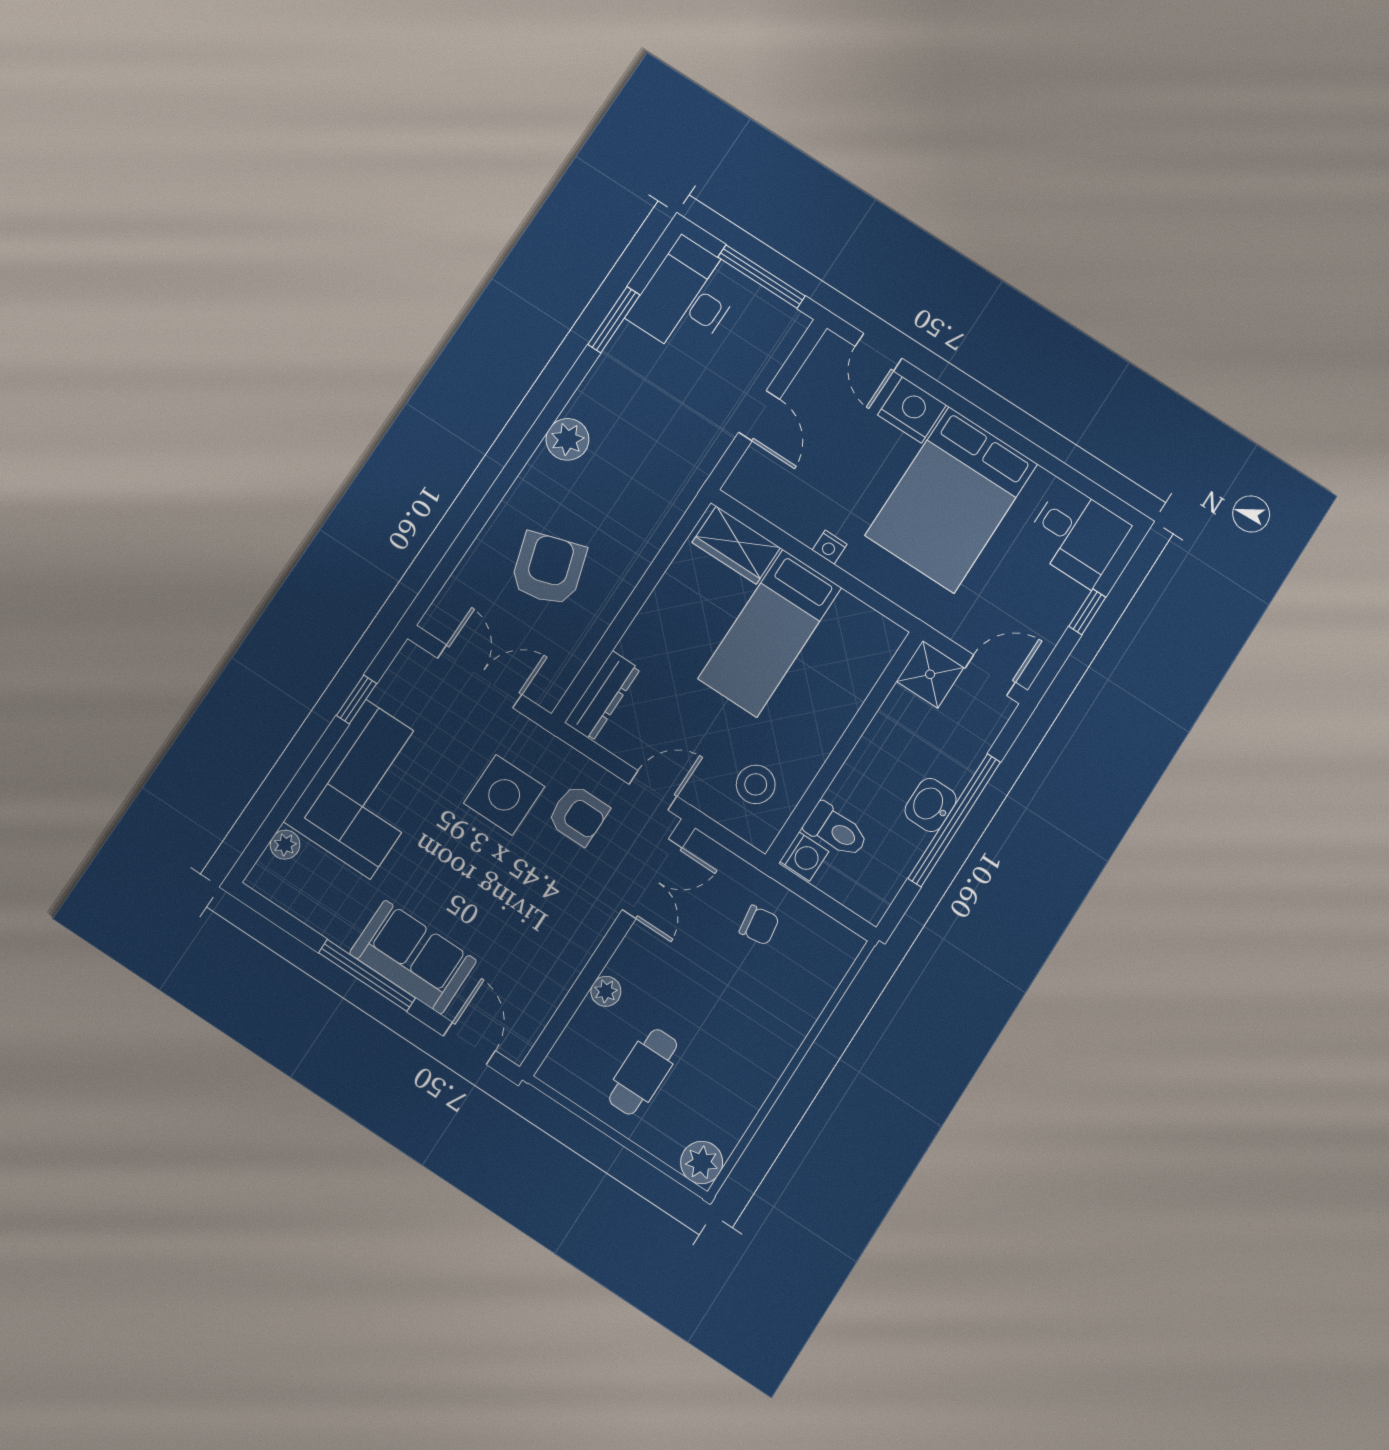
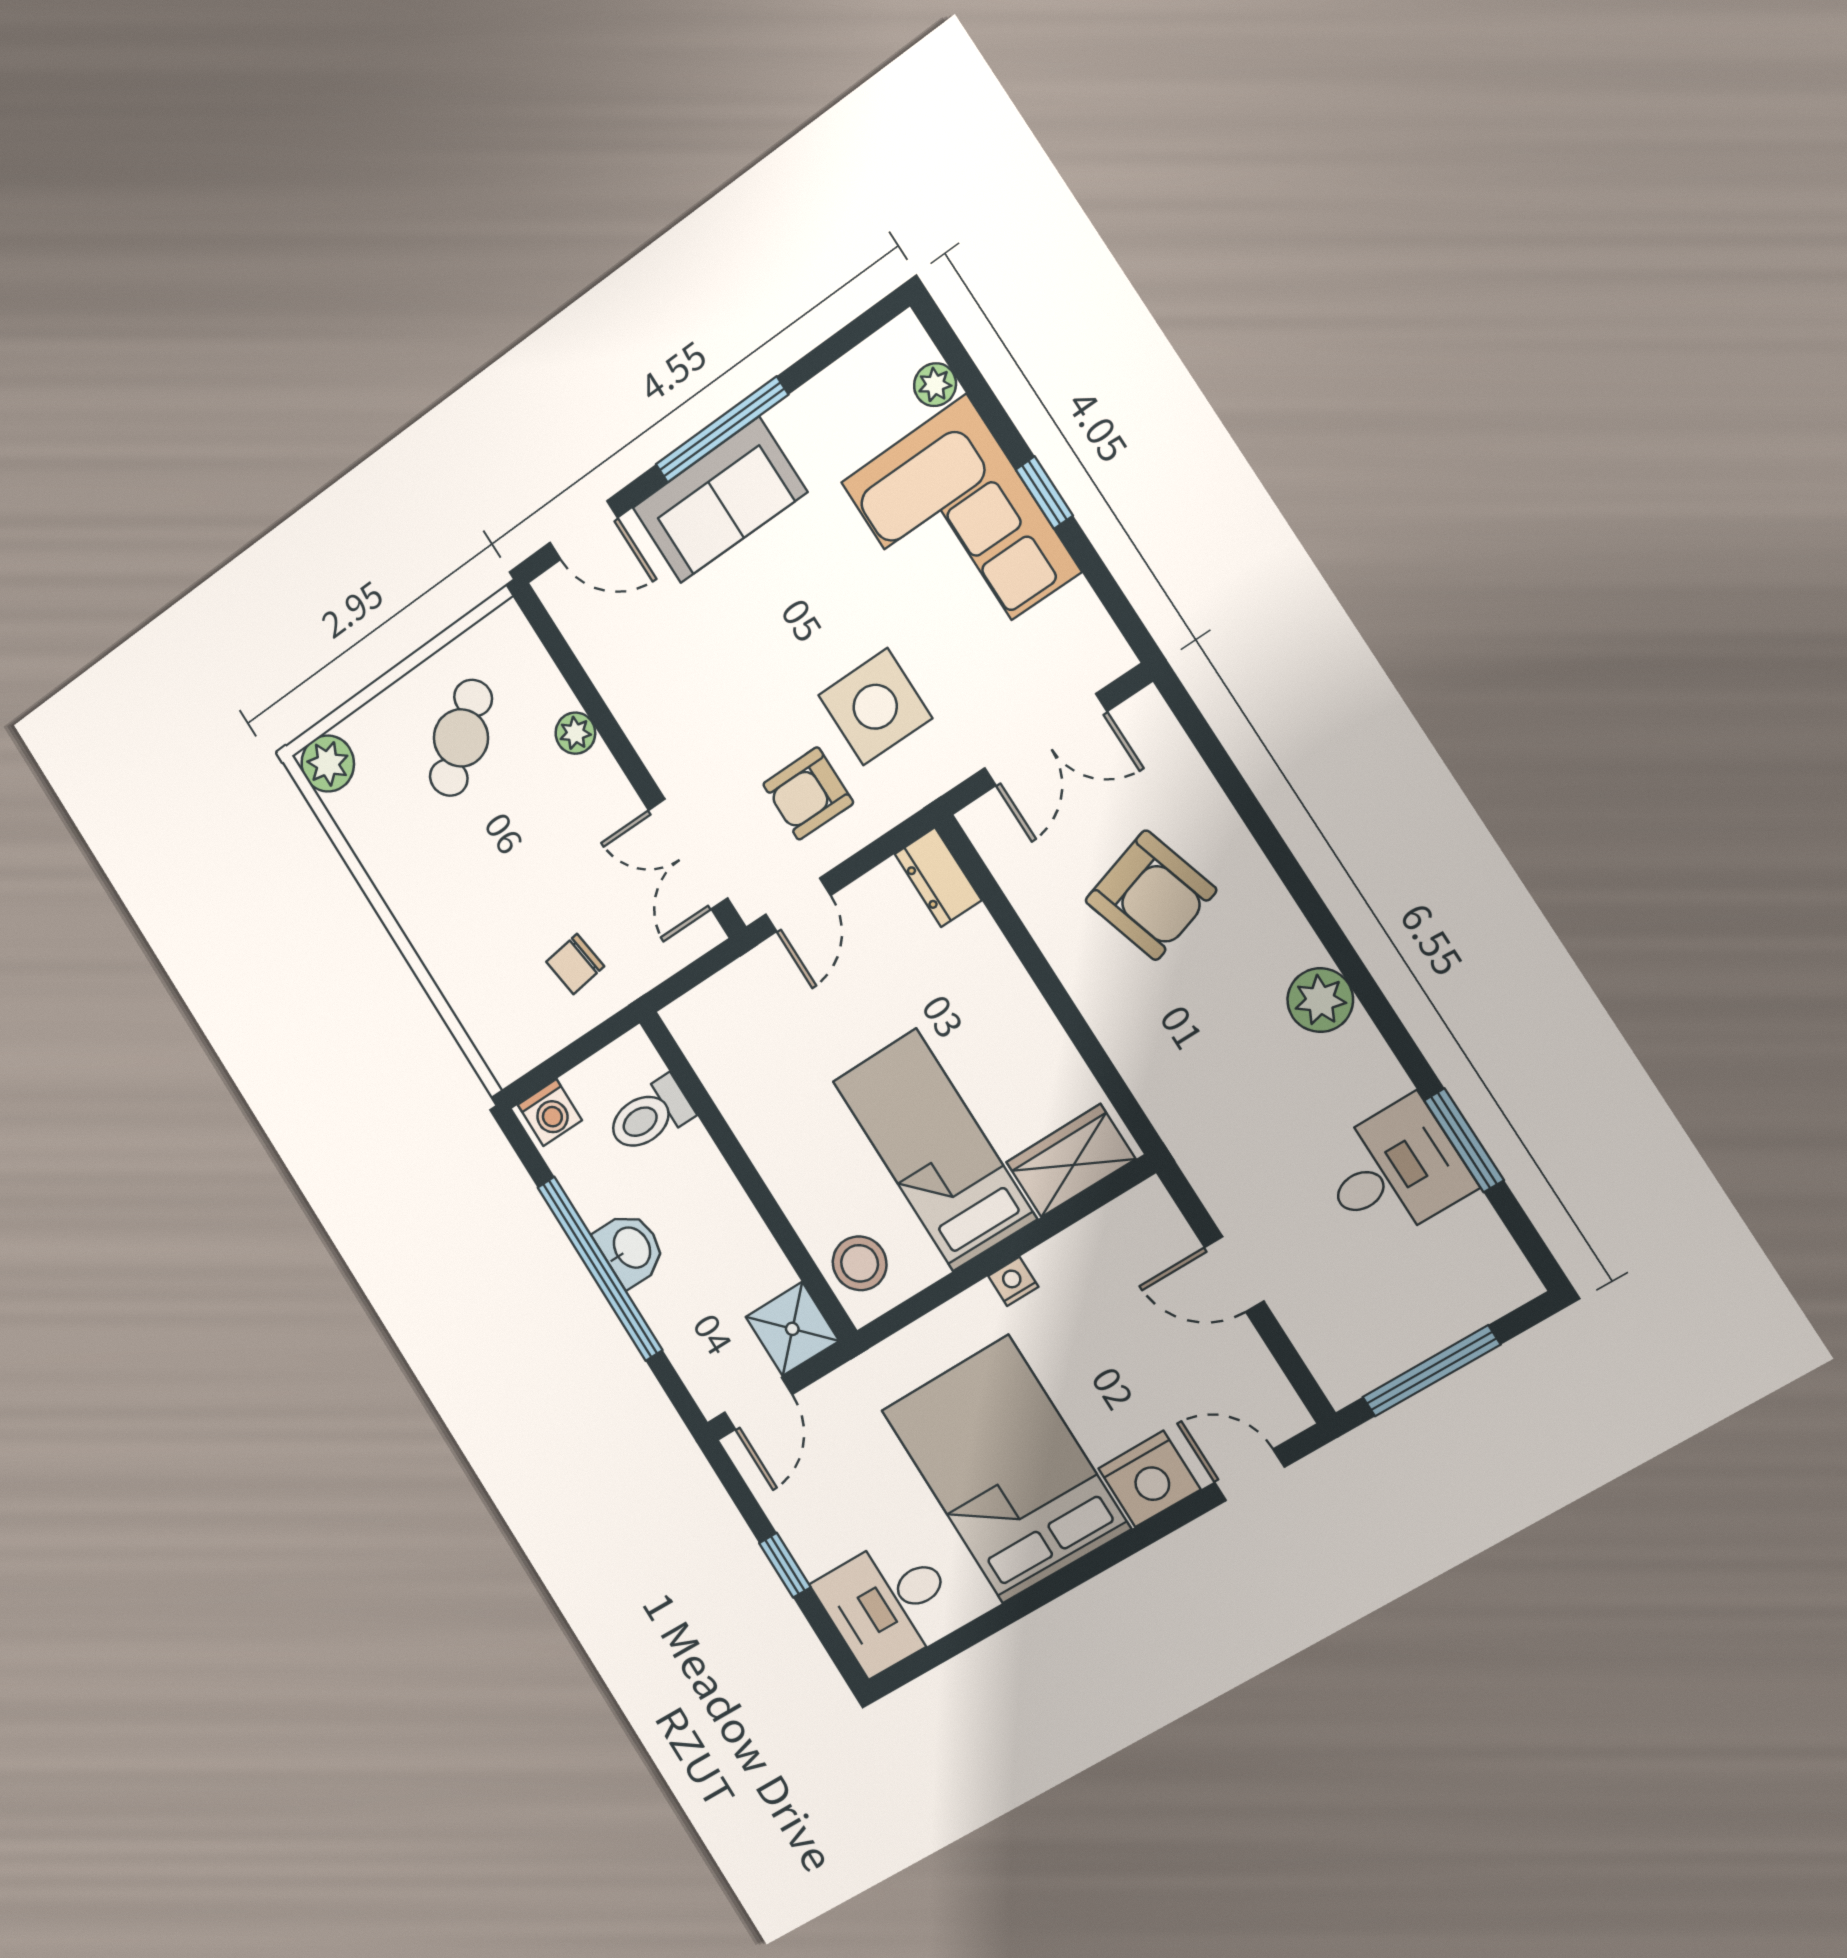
desk: (687, 298) -> (1394, 1171), moved, width x0.73
dresser: (603, 696) -> (938, 877), width x0.70
window: (357, 699) -> (1044, 492), moved
stool: (756, 784) -> (860, 1263), moved
washing machine: (804, 856) -> (550, 1113), moved, turned -90
cafe table: (643, 1072) -> (461, 738), turned 52

